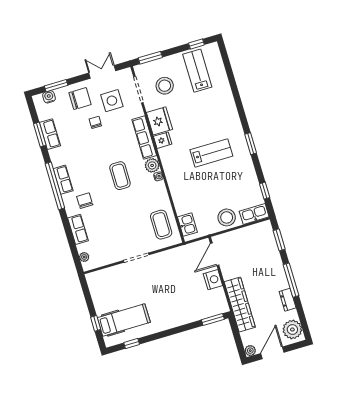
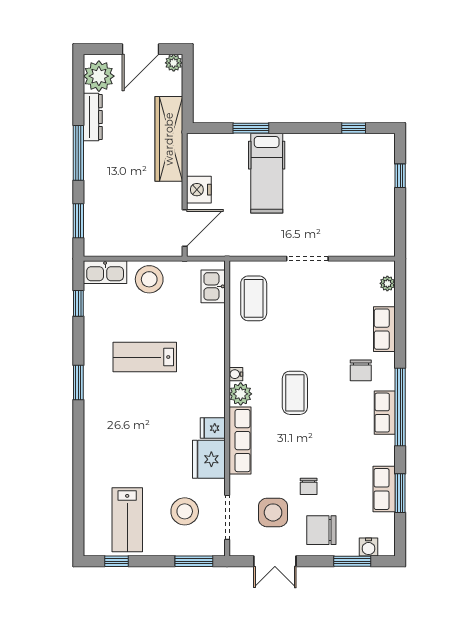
lab bench: (211, 153) -> (145, 357), moved
dresser: (288, 300) -> (93, 117), width x1.44
window: (213, 319) -> (251, 128), moved
hospital bed: (124, 320) -> (267, 173), moved, turned -90

